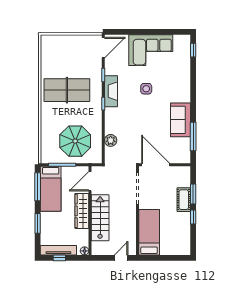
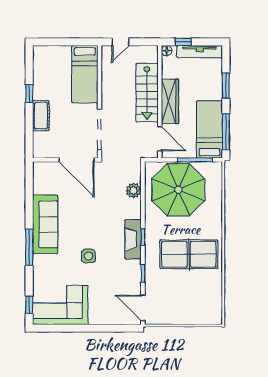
door: (103, 48) -> (143, 308), hinge flipped
corner sofa: (151, 50) -> (60, 305), moved
fireplace: (111, 91) -> (133, 239), moved
sofa: (180, 120) -> (45, 224), width x1.36
window: (193, 136) -> (29, 247), moved
parasol: (75, 141) -> (178, 190), width x1.36, depth x1.36
door: (90, 181) -> (160, 139), hinge flipped
window: (193, 194) -> (29, 123), removed
window: (59, 258) -> (183, 42), moved

